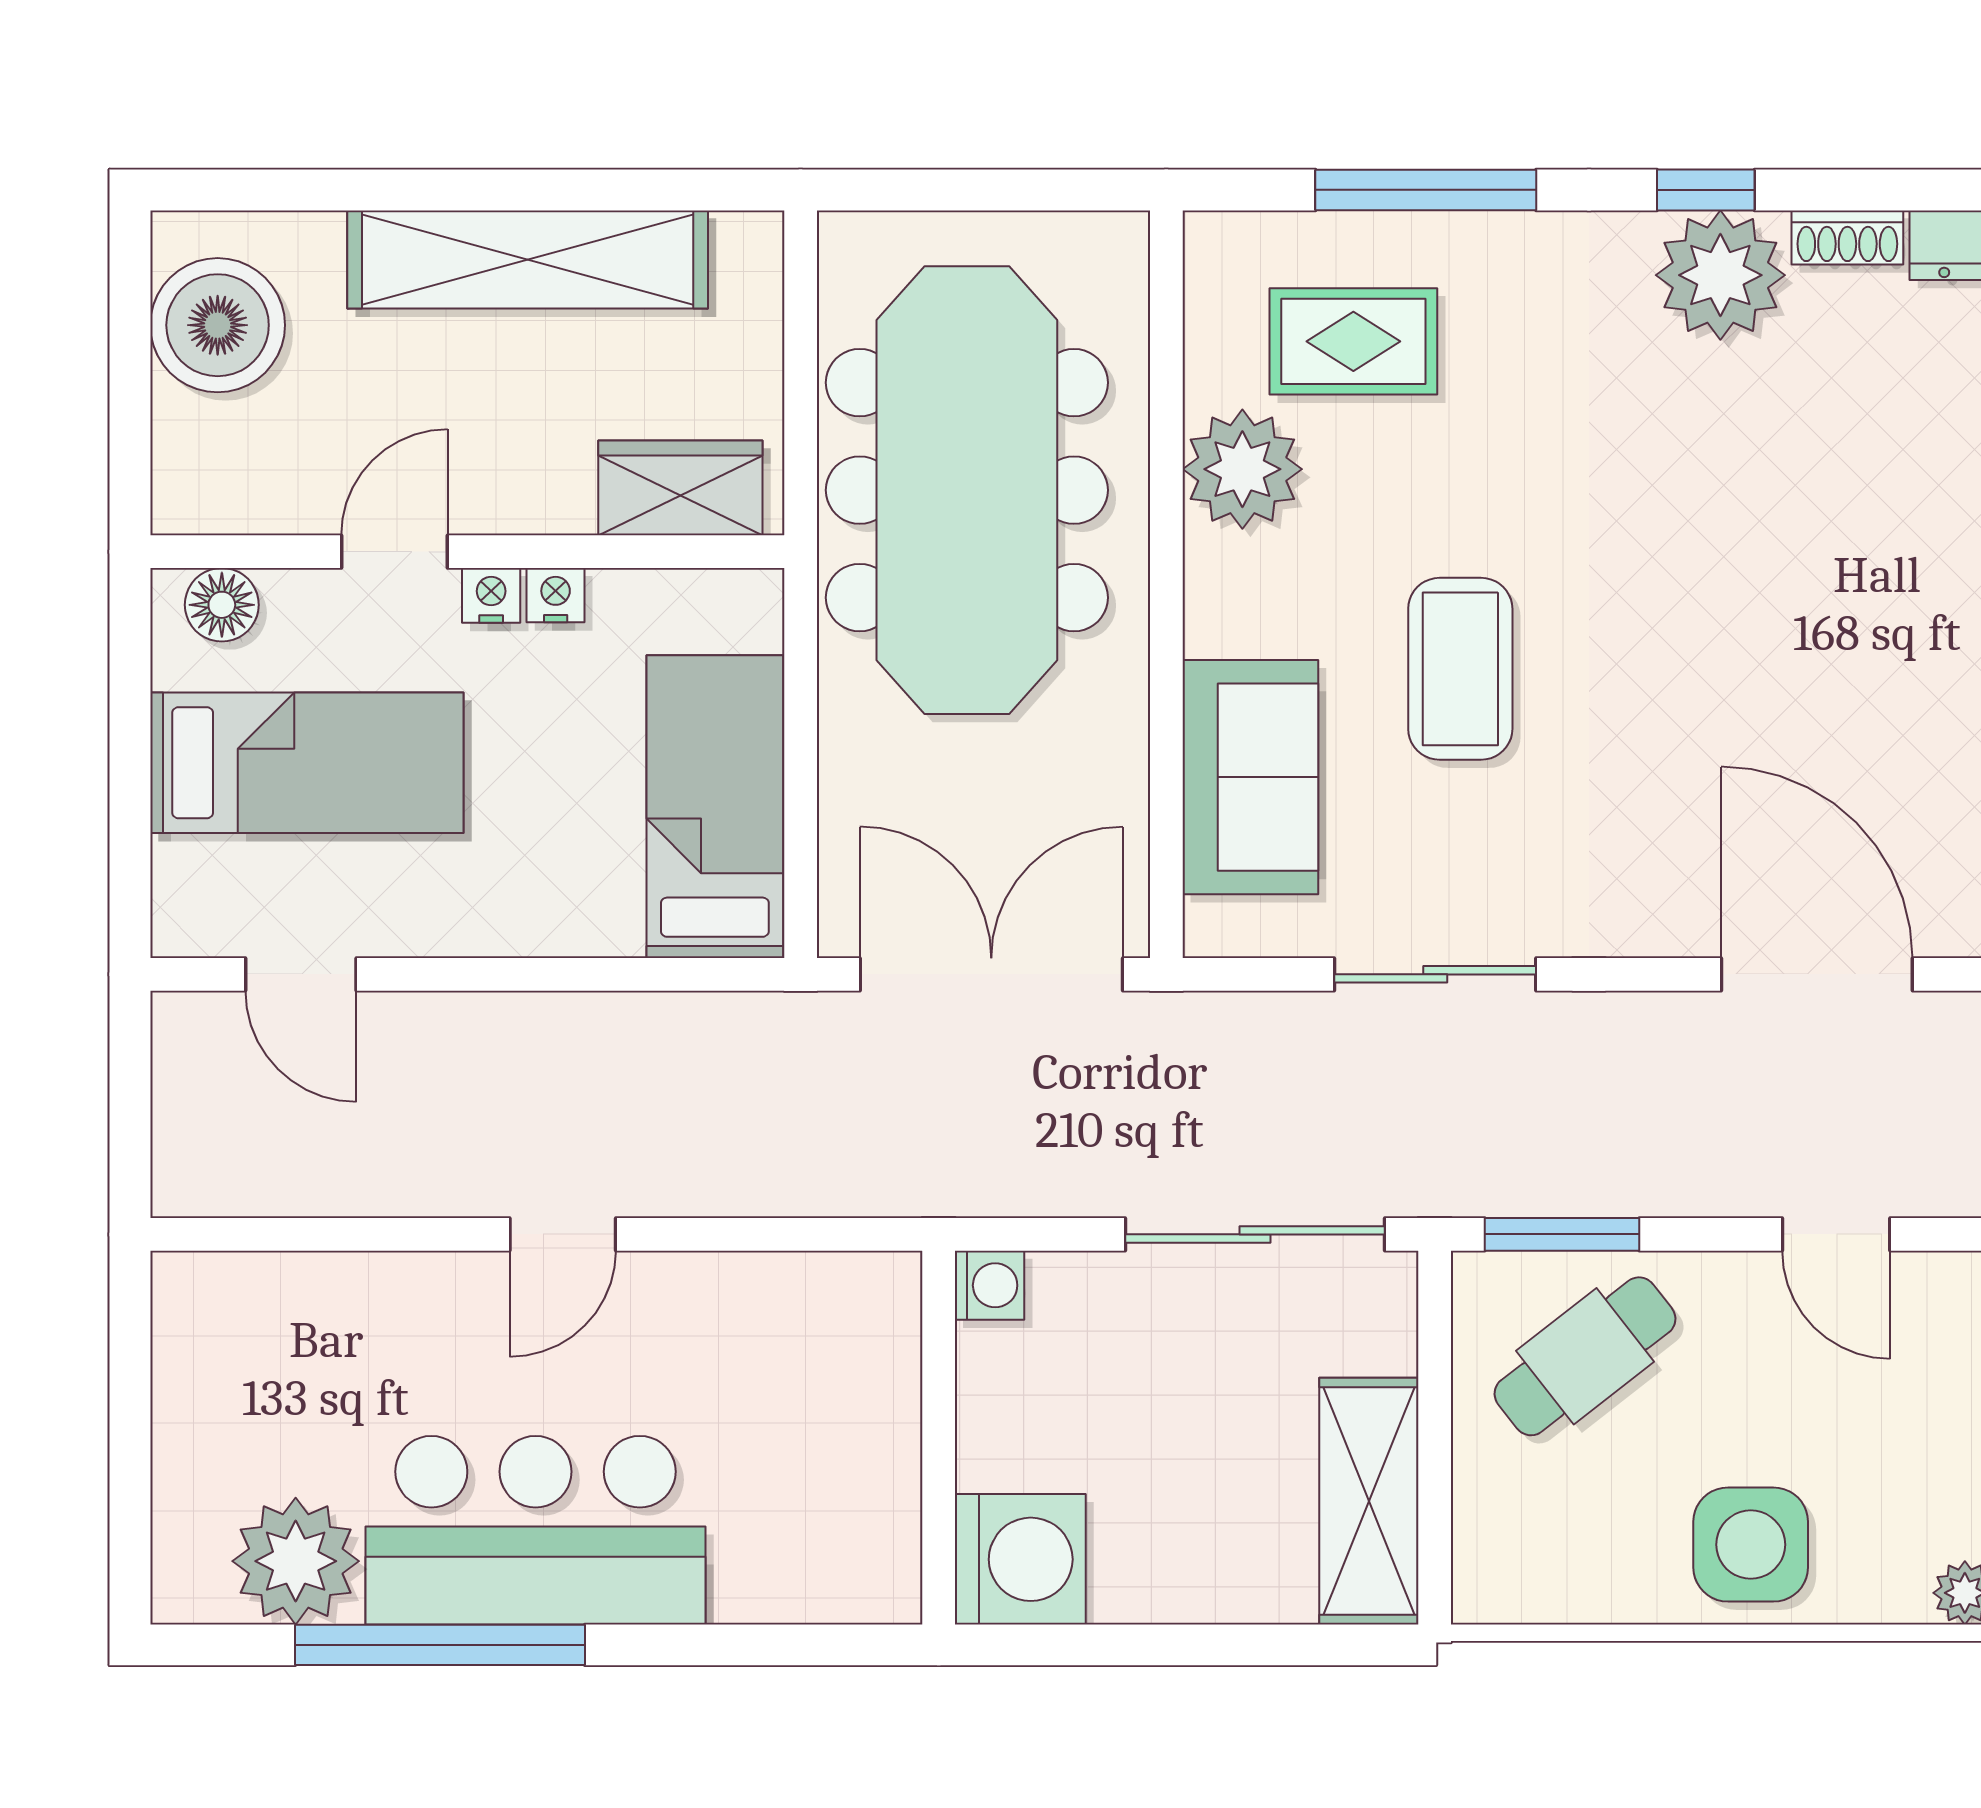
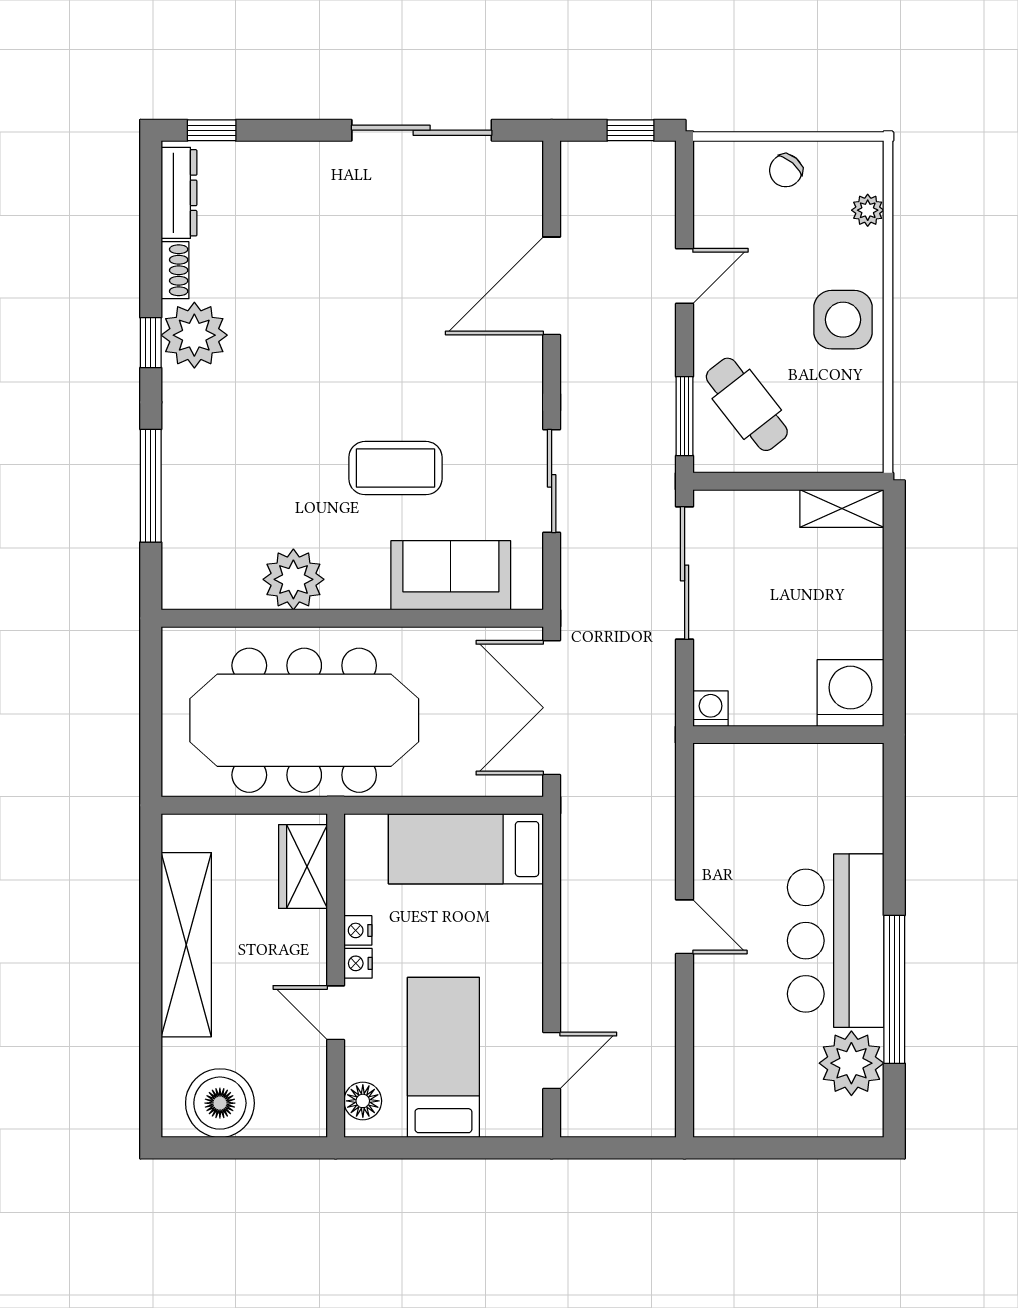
rug: (1353, 341) -> (228, 523), removed
shelving: (1369, 1501) -> (842, 508), width x0.67, depth x0.75

